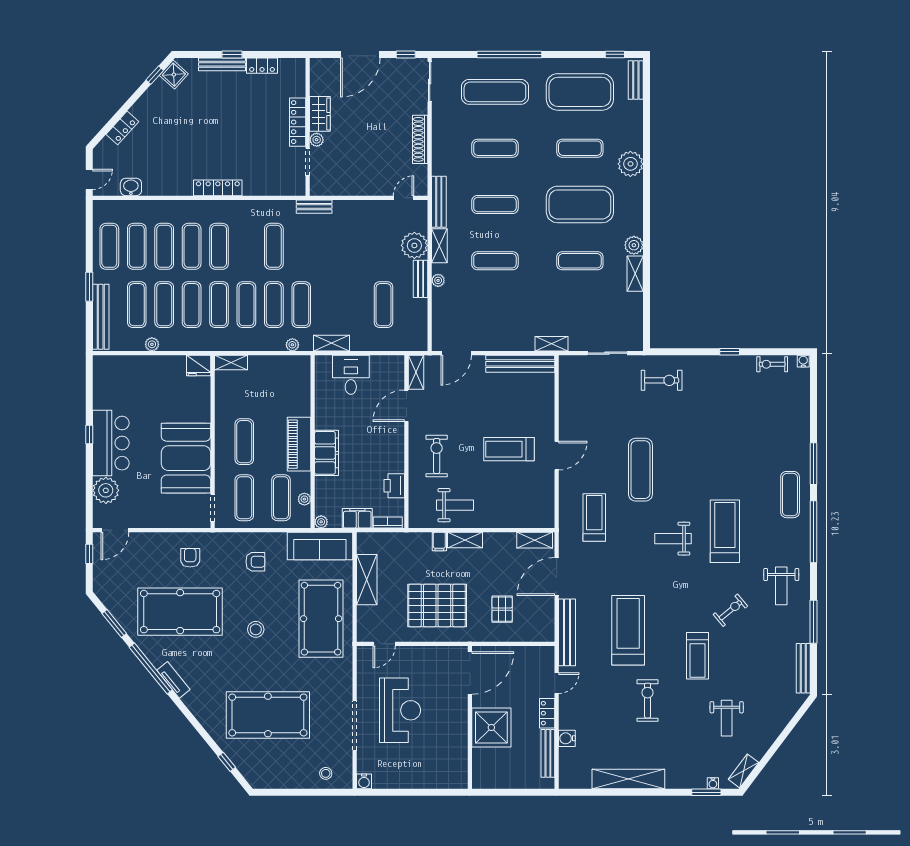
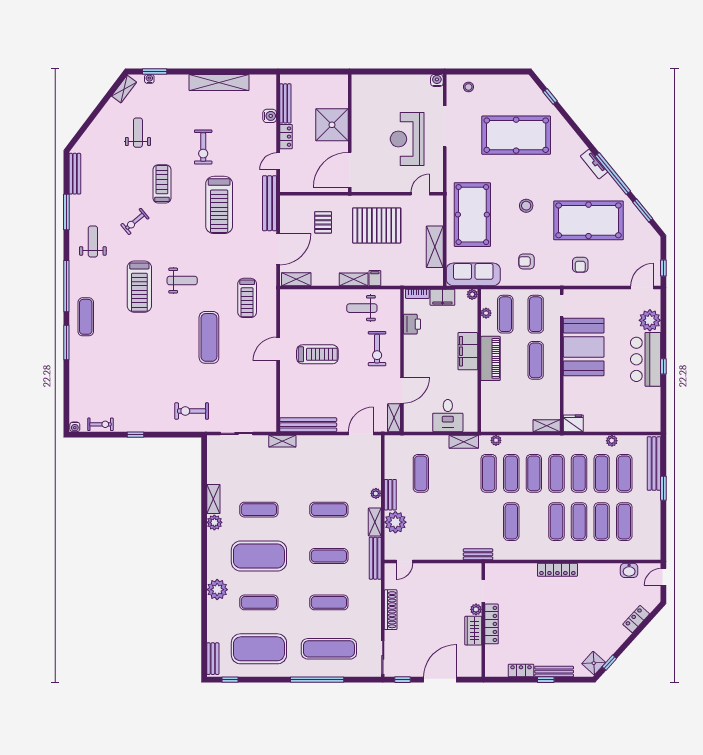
exercise mat: (109, 246) -> (647, 522), removed

